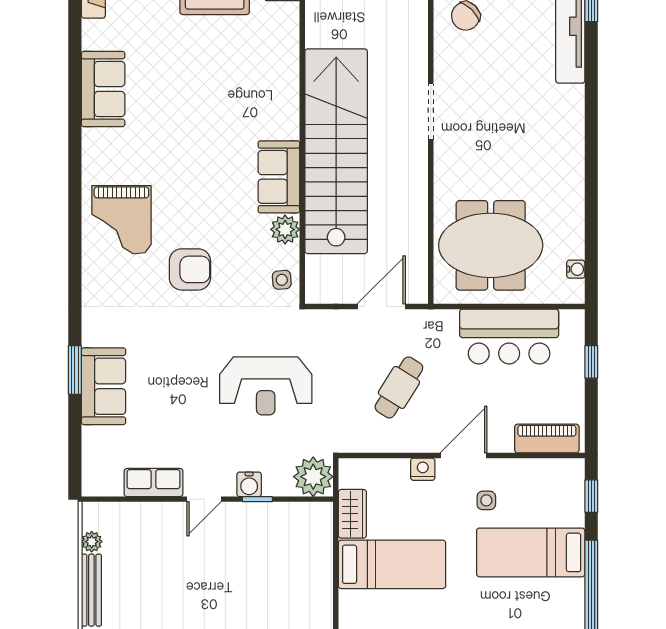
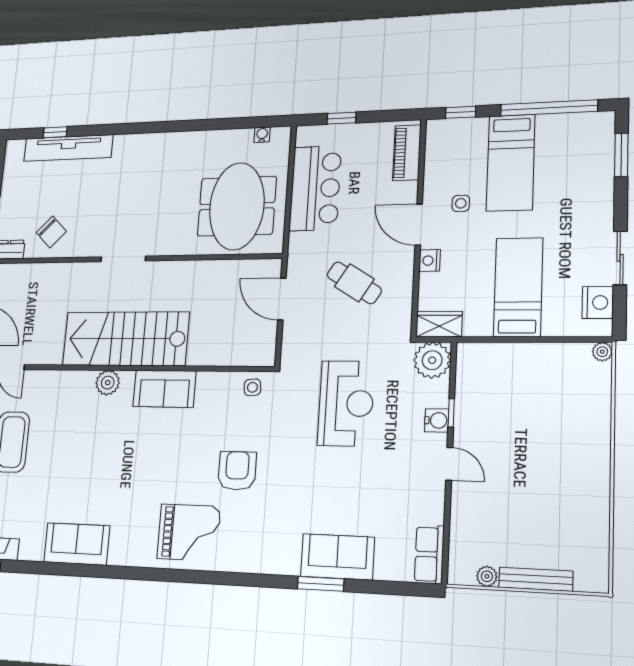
stairs: (336, 151) -> (125, 339), width x0.73
plant: (285, 229) -> (108, 383), moved
row of seats: (153, 483) -> (429, 554), moved
wardrobe: (352, 514) -> (439, 324), moved

